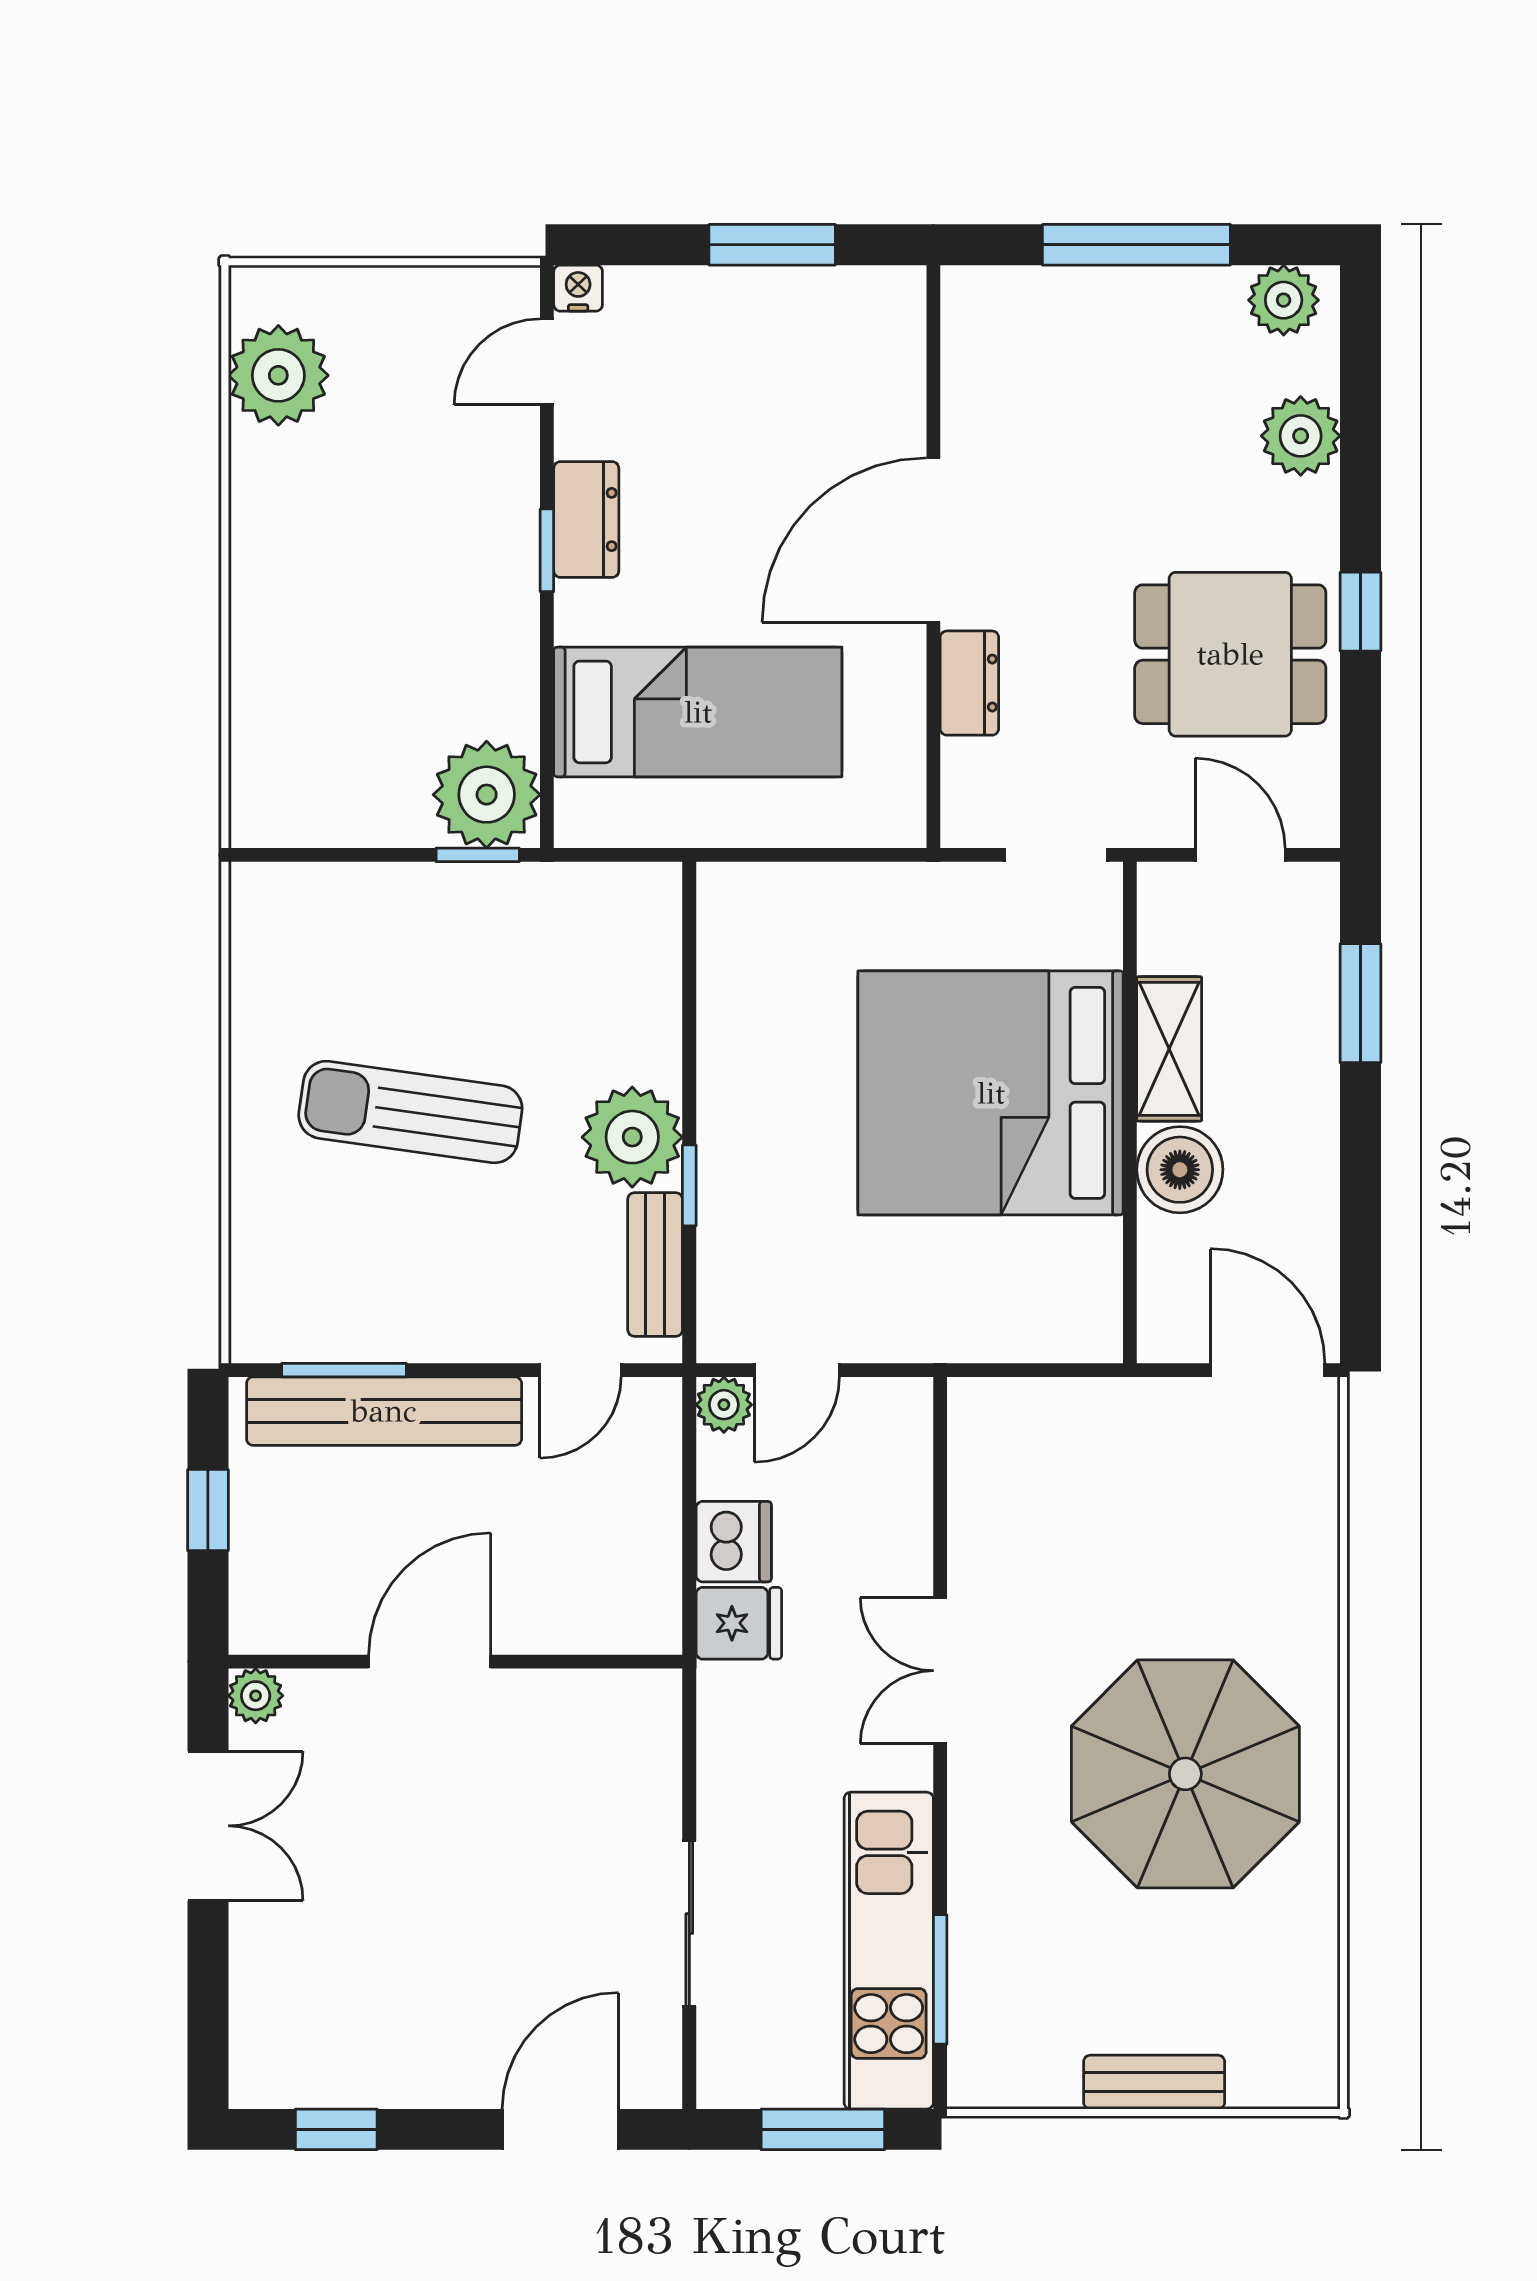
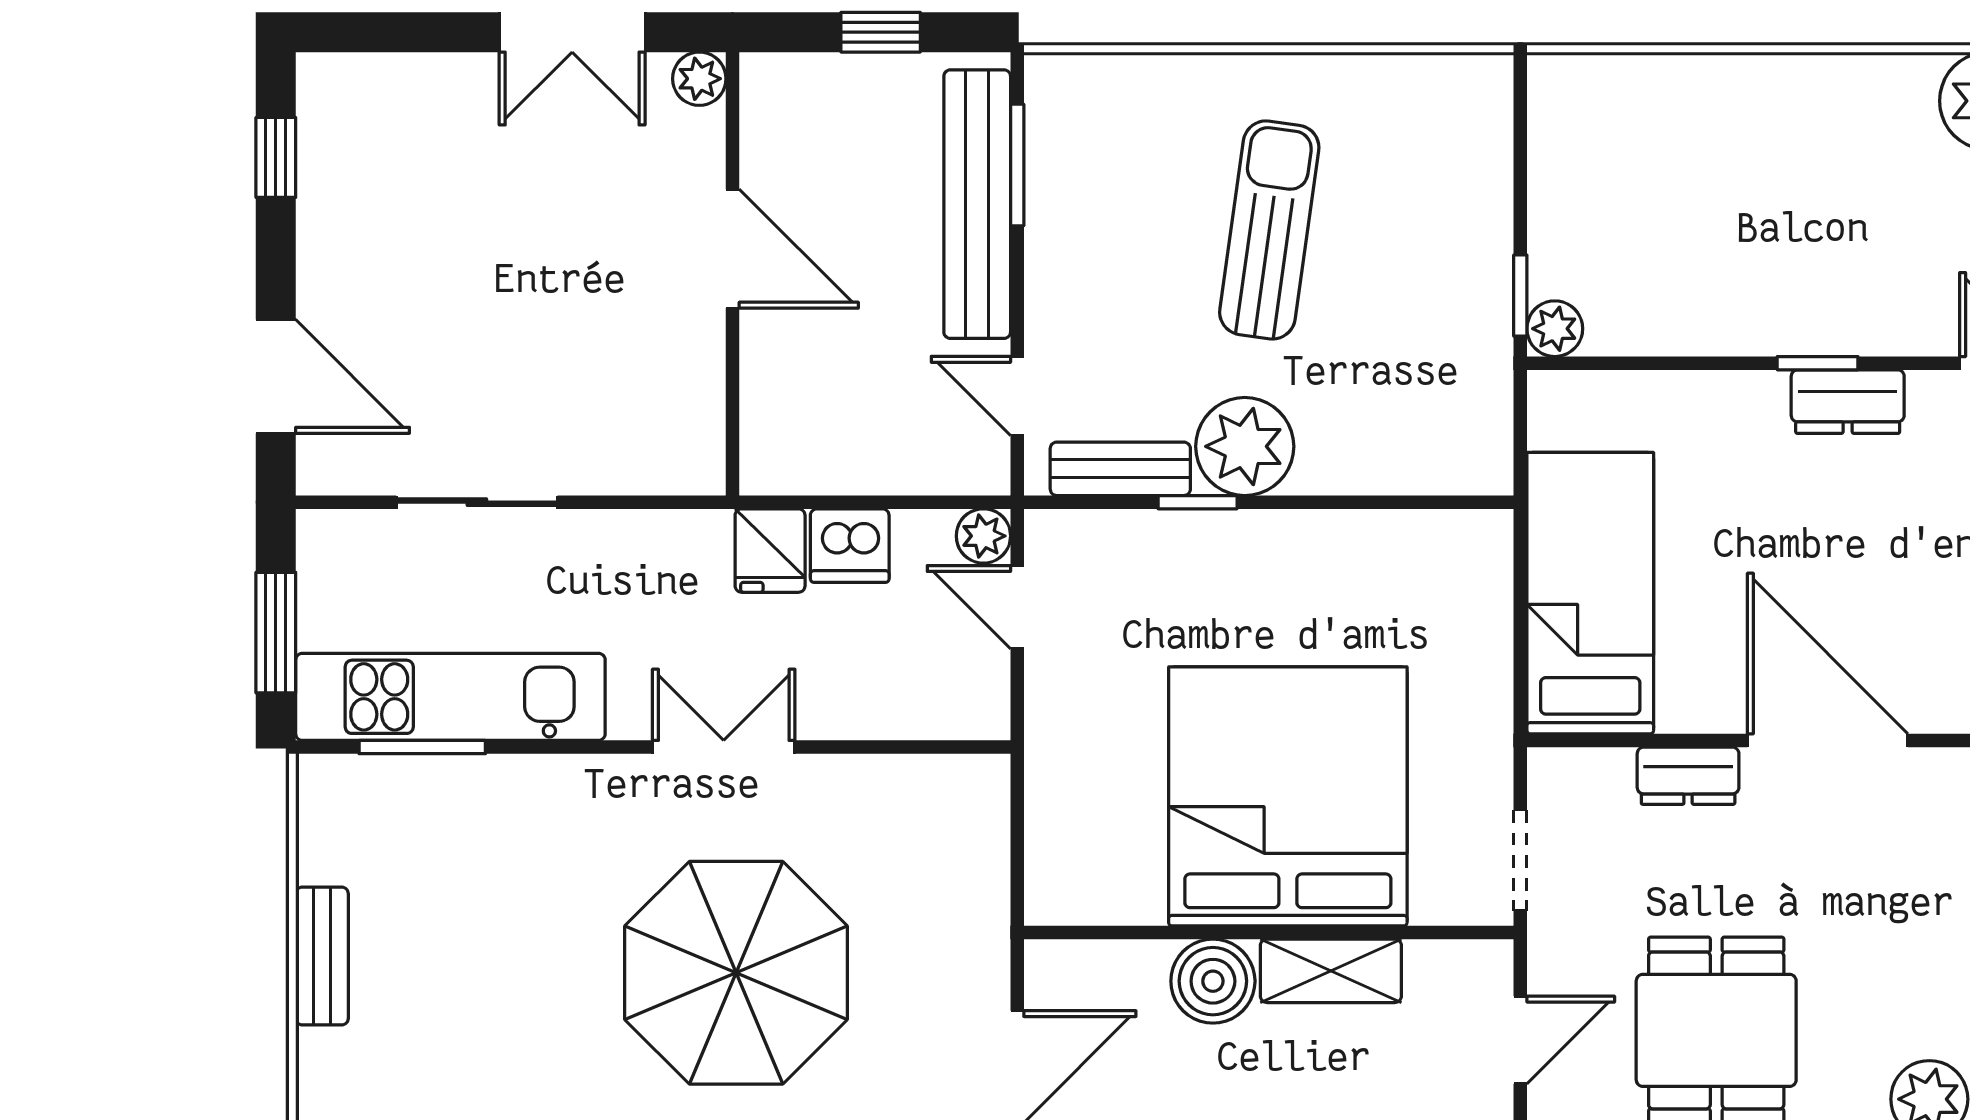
bed: (698, 712) -> (1590, 593), moved, turned 180
plant: (487, 795) -> (1555, 329), width x0.53, depth x0.53
parasol: (1185, 1774) -> (736, 973), moved

